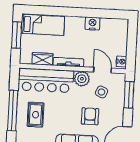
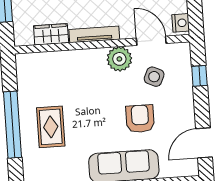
bar counter: (46, 80) -> (61, 69), removed
window: (129, 95) -> (199, 76), width x0.46

